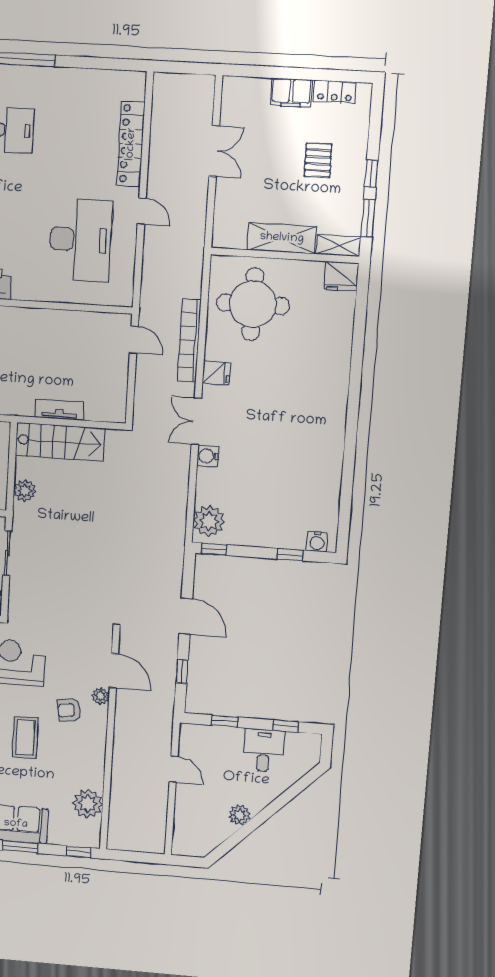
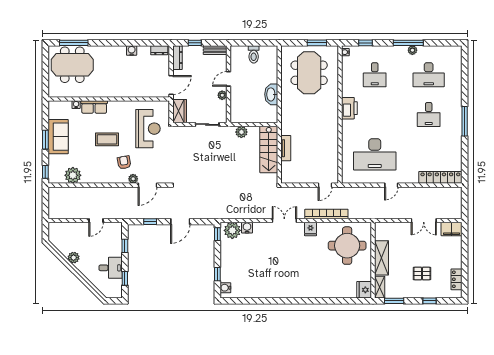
filing cabinet: (291, 93) -> (452, 229), moved, turned -90
locker: (131, 144) -> (440, 177), moved
window: (371, 174) -> (430, 301), moved
water cooler: (208, 456) -> (247, 228), moved

